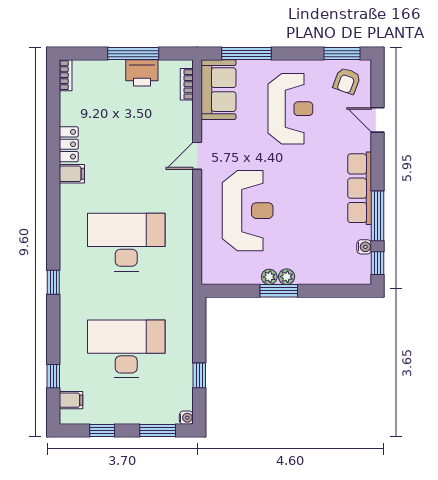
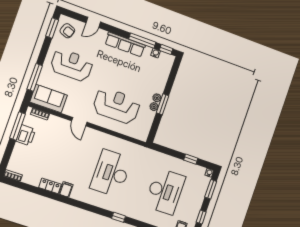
window: (133, 54) -> (17, 126), moved
desk: (126, 349) -> (165, 191), turned 180

